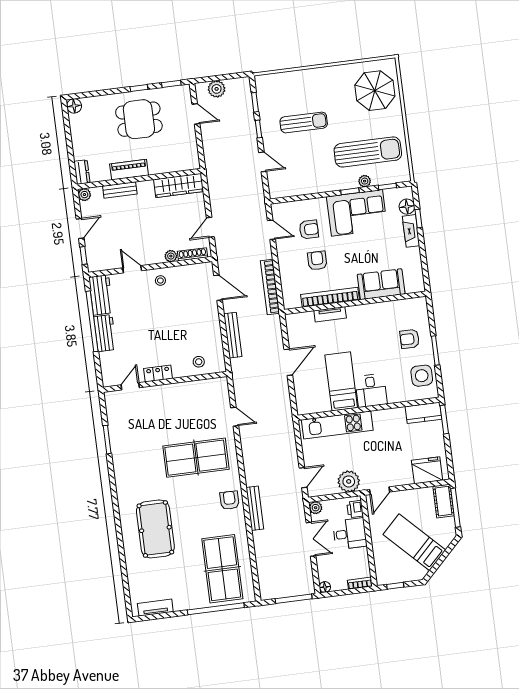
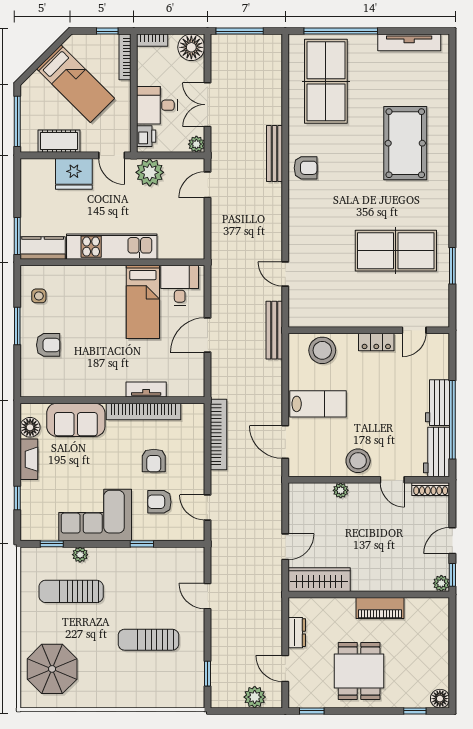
window: (139, 88) -> (415, 711), moved
dining table: (139, 119) -> (359, 671), turned 90
window: (258, 129) -> (208, 639), removed
sun lounger: (368, 152) -> (71, 591), width x0.73, depth x0.75
dresser: (82, 172) -> (297, 633), moved, turned 180
bench: (120, 190) -> (395, 583), removed
window: (350, 191) -> (142, 544), moved
floor lamp: (407, 207) -> (30, 427), moved
door: (210, 227) -> (285, 547), moved
fireplace: (411, 231) -> (29, 459), moved
shoe rack: (192, 254) -> (431, 489), moved
window: (84, 255) -> (452, 575), moved
stool: (160, 281) -> (358, 461), width x1.89, depth x1.89
lab bench: (197, 320) -> (318, 404), added
bench: (233, 335) -> (274, 330), moved
stool: (199, 362) -> (322, 350), width x1.89, depth x1.89
side table: (422, 376) -> (39, 296), width x0.54, depth x0.54
desk: (371, 390) -> (180, 285), moved
kitchen unit: (337, 425) -> (112, 247), moved
table tennis table: (196, 458) -> (396, 251), moved
fridge: (427, 470) -> (74, 174), moved
door: (380, 491) -> (112, 155), swing flipped
armchair: (229, 500) -> (306, 168), turned -90
cot: (444, 501) -> (59, 141), moved, turned 90
bookcase: (379, 568) -> (125, 57), added
floor lamp: (325, 587) -> (191, 47), width x1.89, depth x1.89
tv unit: (155, 608) -> (409, 42), width x1.41

